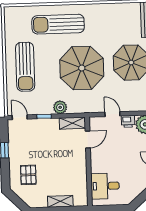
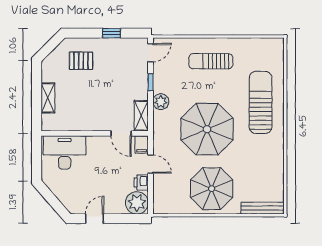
sun lounger: (25, 67) -> (211, 61), width x0.73, depth x0.75
door: (112, 114) -> (150, 164), hinge flipped
filing cabinet: (96, 122) -> (142, 145), added
desk: (105, 186) -> (65, 152), width x1.37

